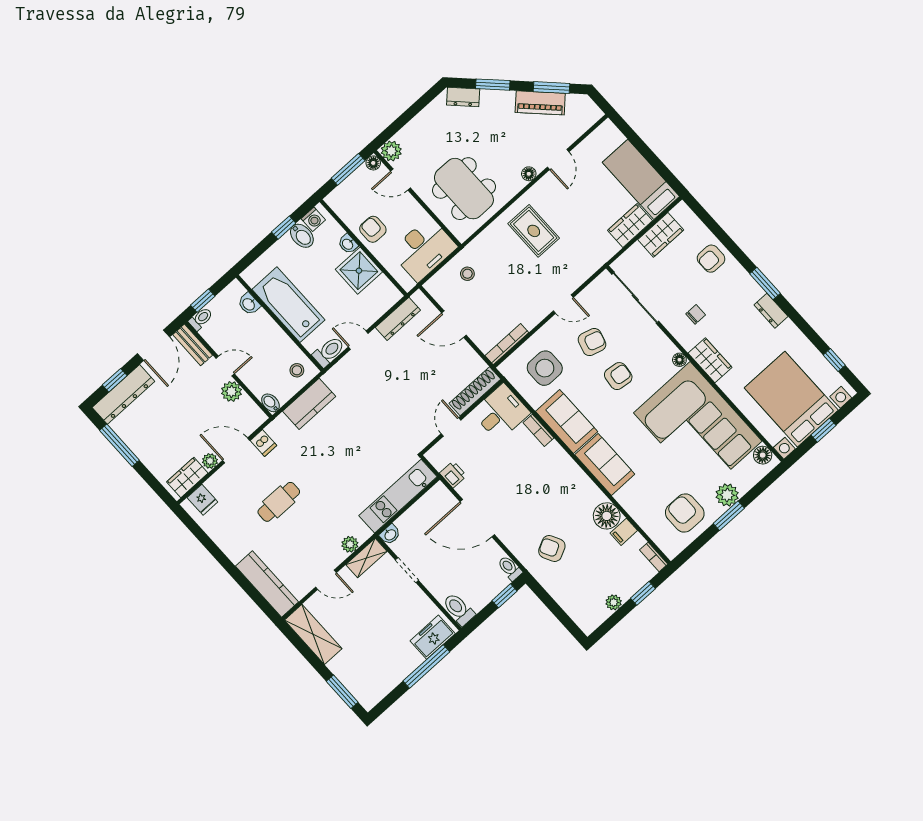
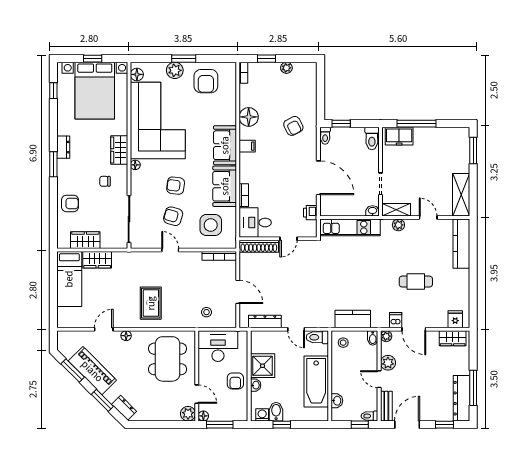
piano: (540, 103) -> (92, 371), width x1.37, depth x1.33
dresser: (123, 394) -> (461, 398), moved, turned -90
plant: (210, 461) -> (386, 336), moved
filing cabinet: (624, 532) -> (247, 146), moved

